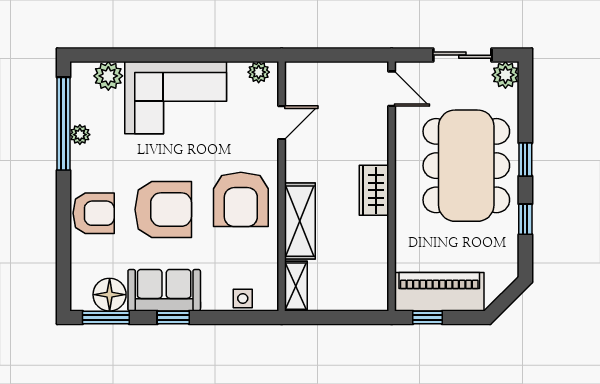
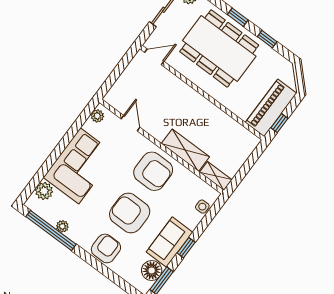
wardrobe: (374, 190) -> (197, 103), removed
armchair: (163, 210) -> (130, 213), turned -90

